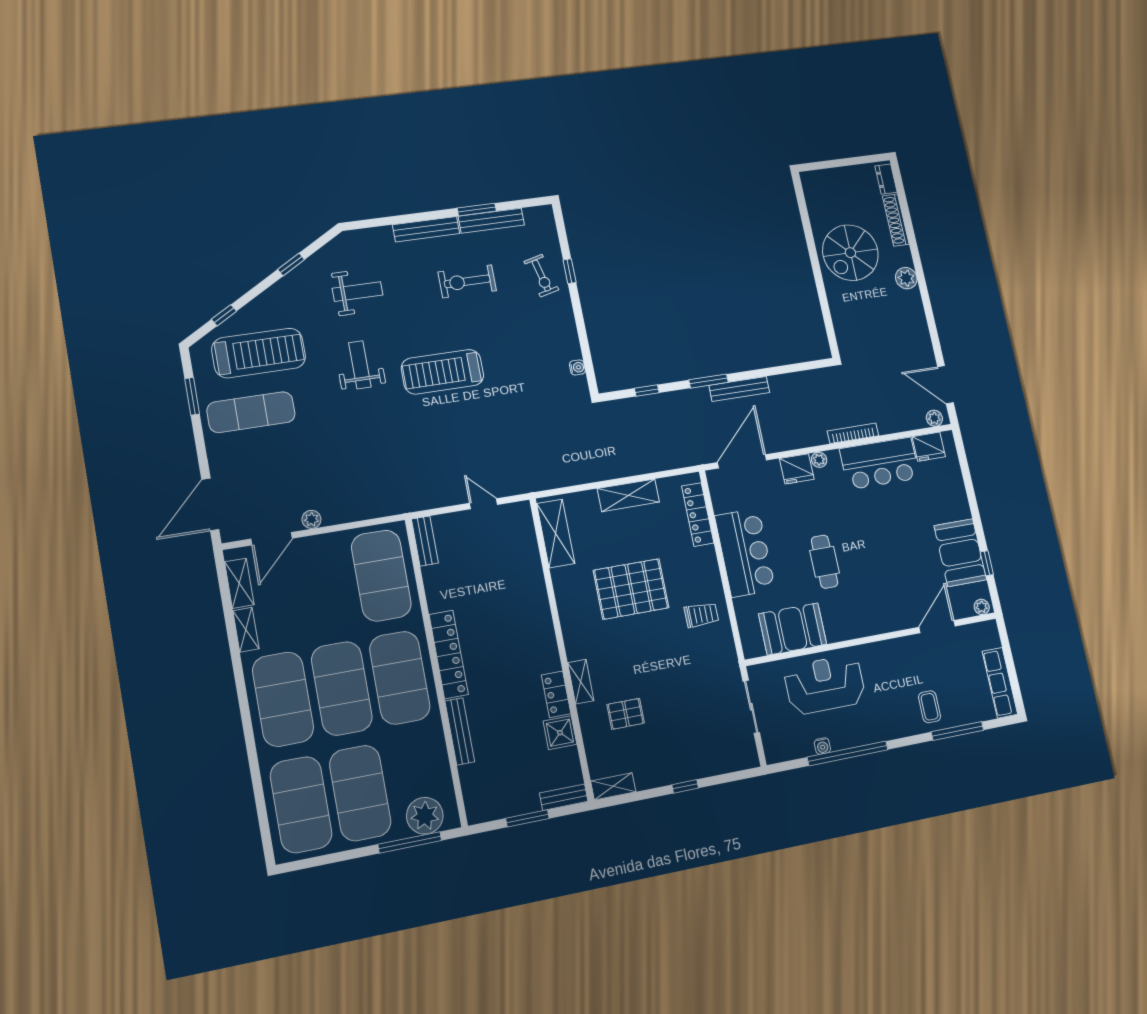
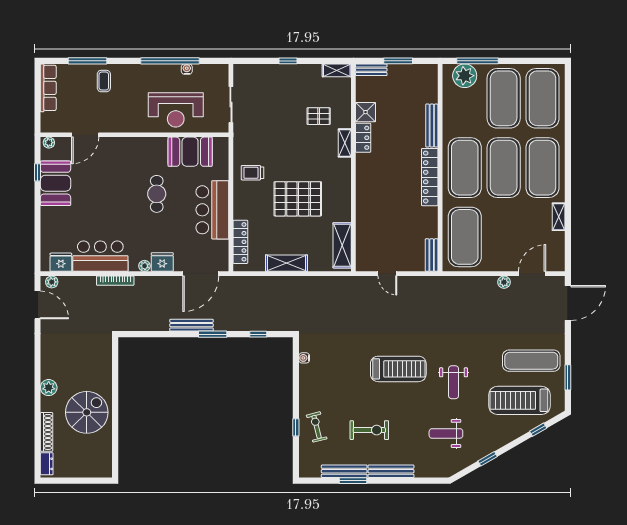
shelving: (239, 583) -> (558, 248), removed

